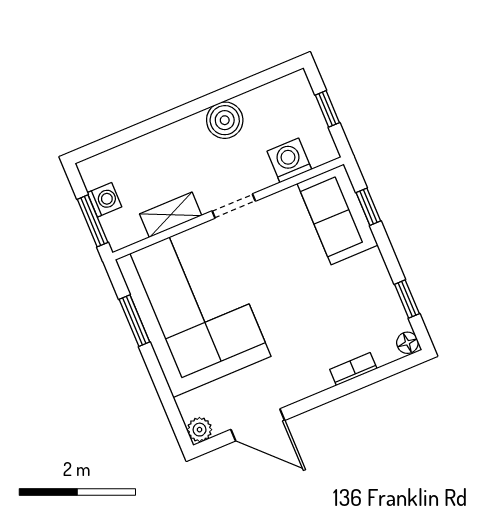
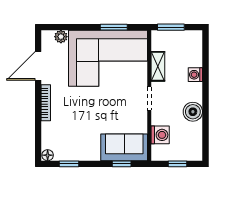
washing machine: (104, 200) -> (195, 75), moved, turned 90
bookcase: (353, 369) -> (46, 103), moved, width x1.56
plant: (200, 430) -> (61, 37), moved

